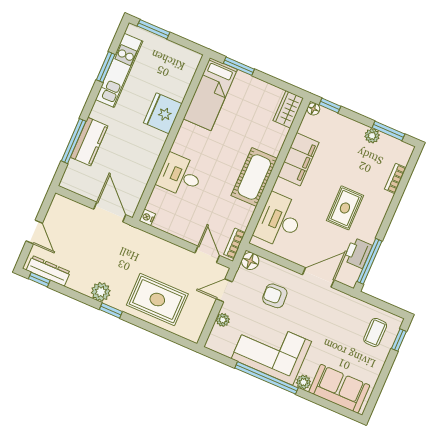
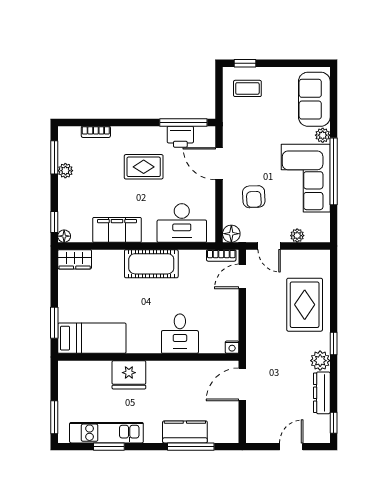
dresser: (48, 271) -> (322, 393), moved

